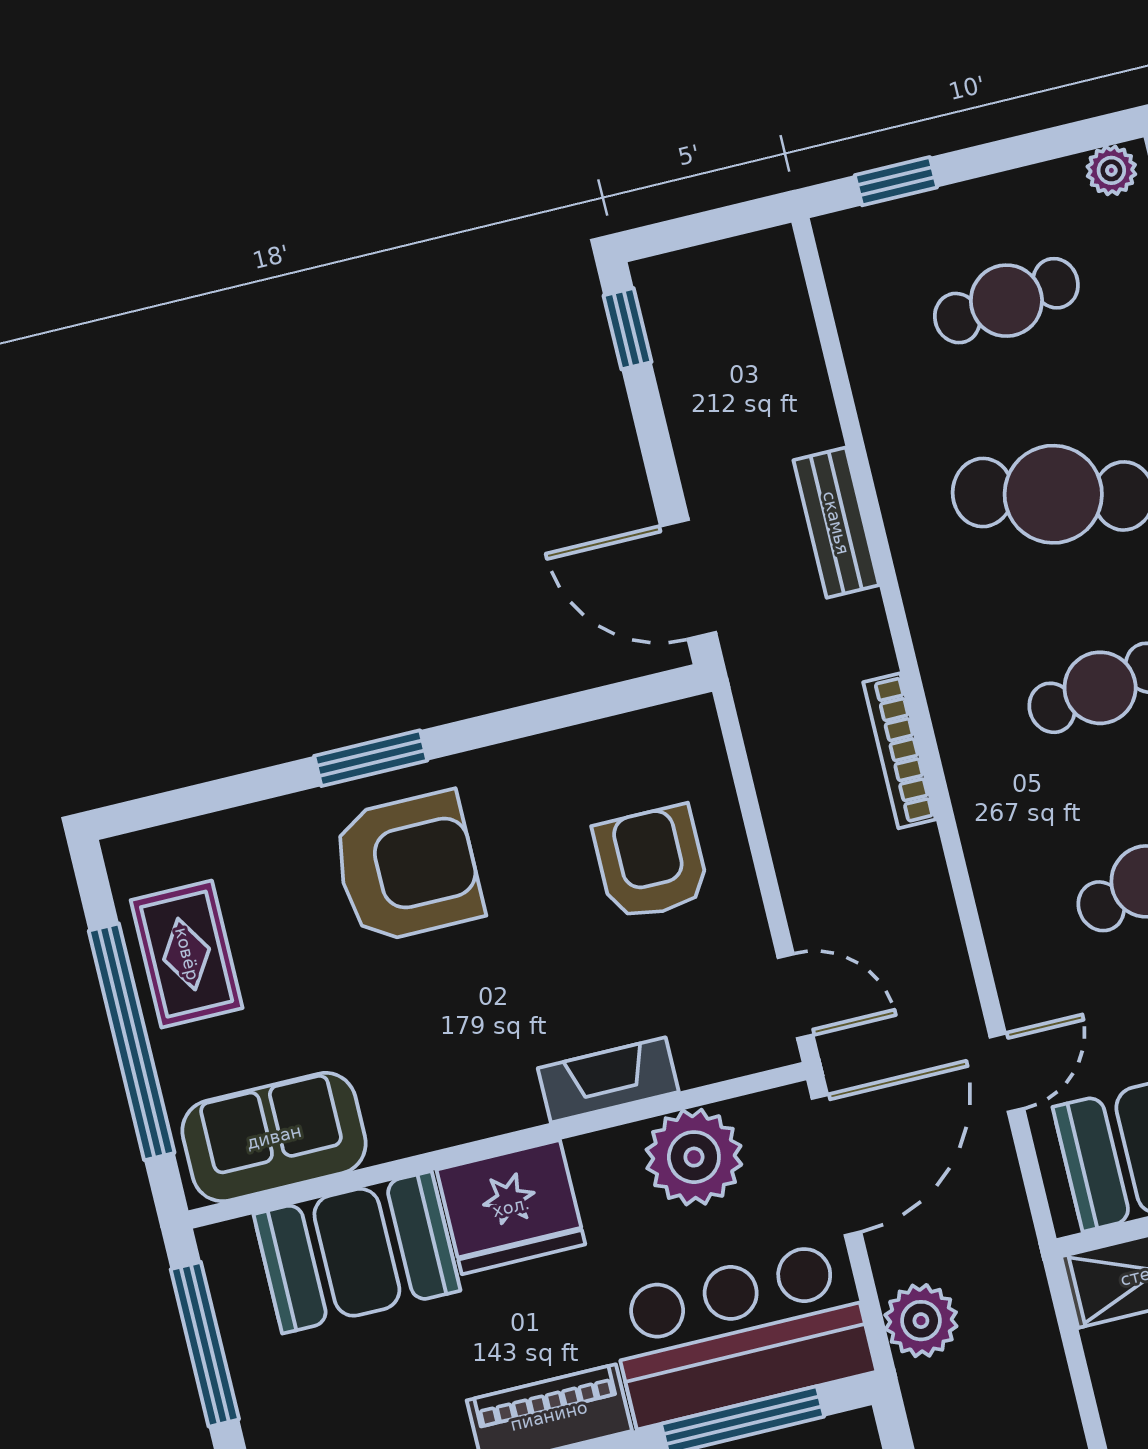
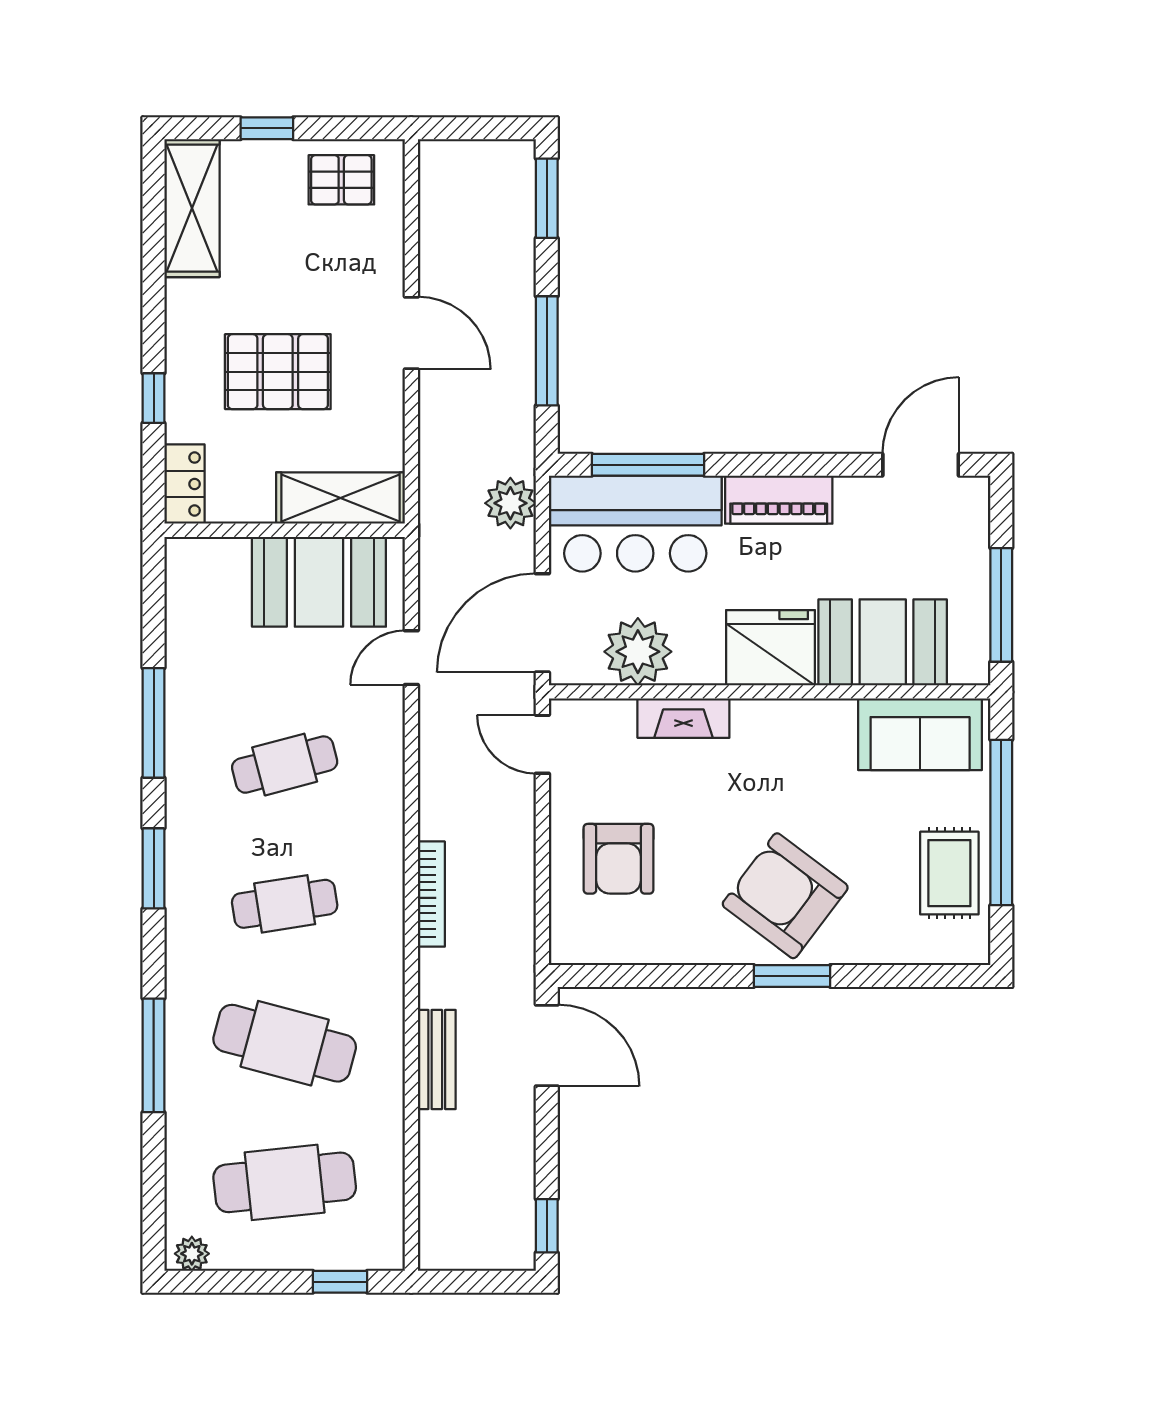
cafe table: (1006, 301) -> (285, 1182), width x1.37, depth x1.35
armchair: (407, 867) -> (785, 896), turned 37

